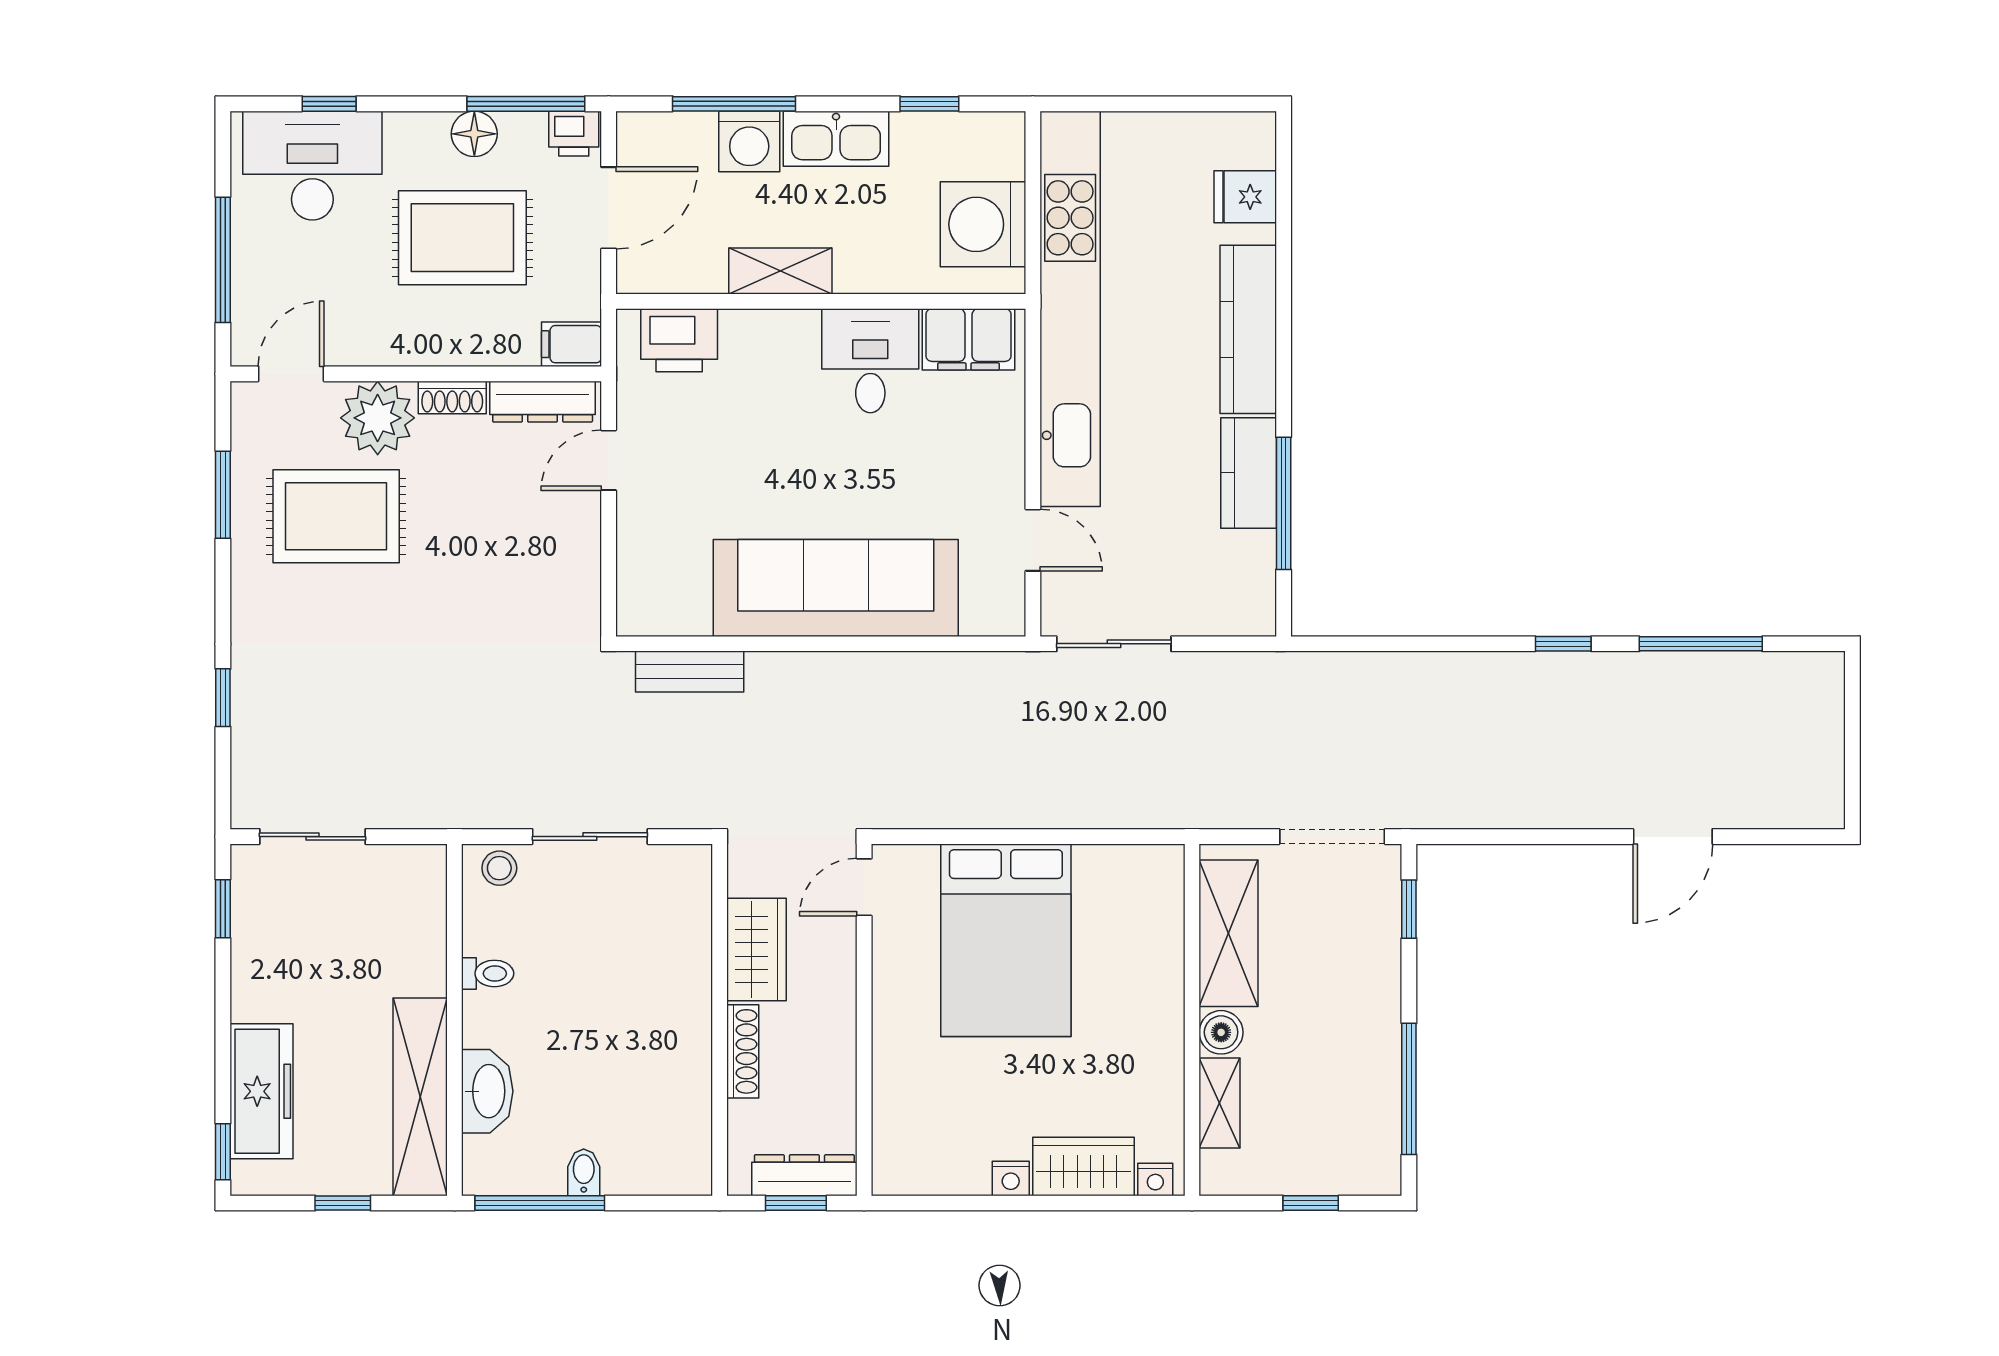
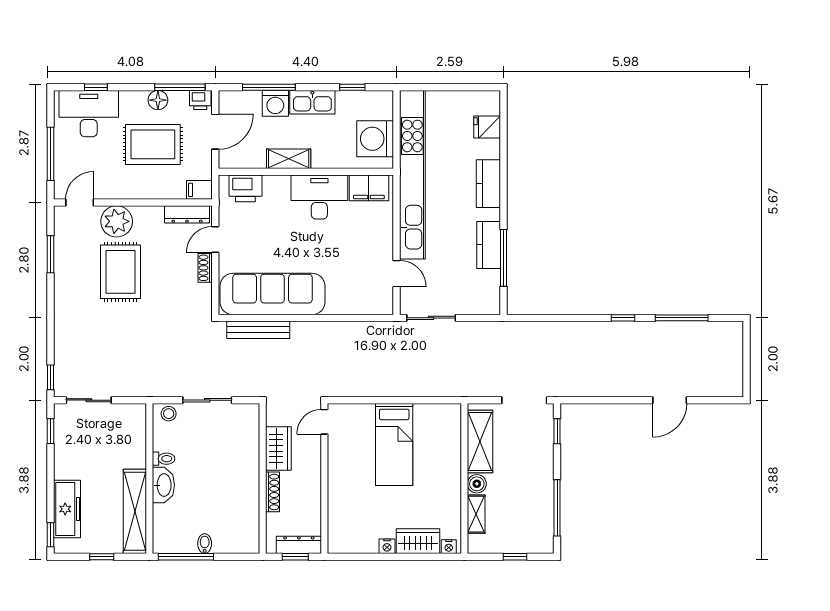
kitchen counter: (1248, 329) -> (488, 184), width x0.67
desk: (870, 361) -> (319, 197), width x1.37
shoe rack: (452, 397) -> (205, 268), moved, turned 90
rug: (336, 516) -> (120, 272), moved, turned 90
sofa: (836, 588) -> (272, 294), moved
bench: (690, 672) -> (258, 330), width x1.36
window: (223, 698) -> (51, 377), moved
bed: (1006, 940) -> (394, 444), width x0.67
washbasin: (487, 1091) -> (163, 485), moved

